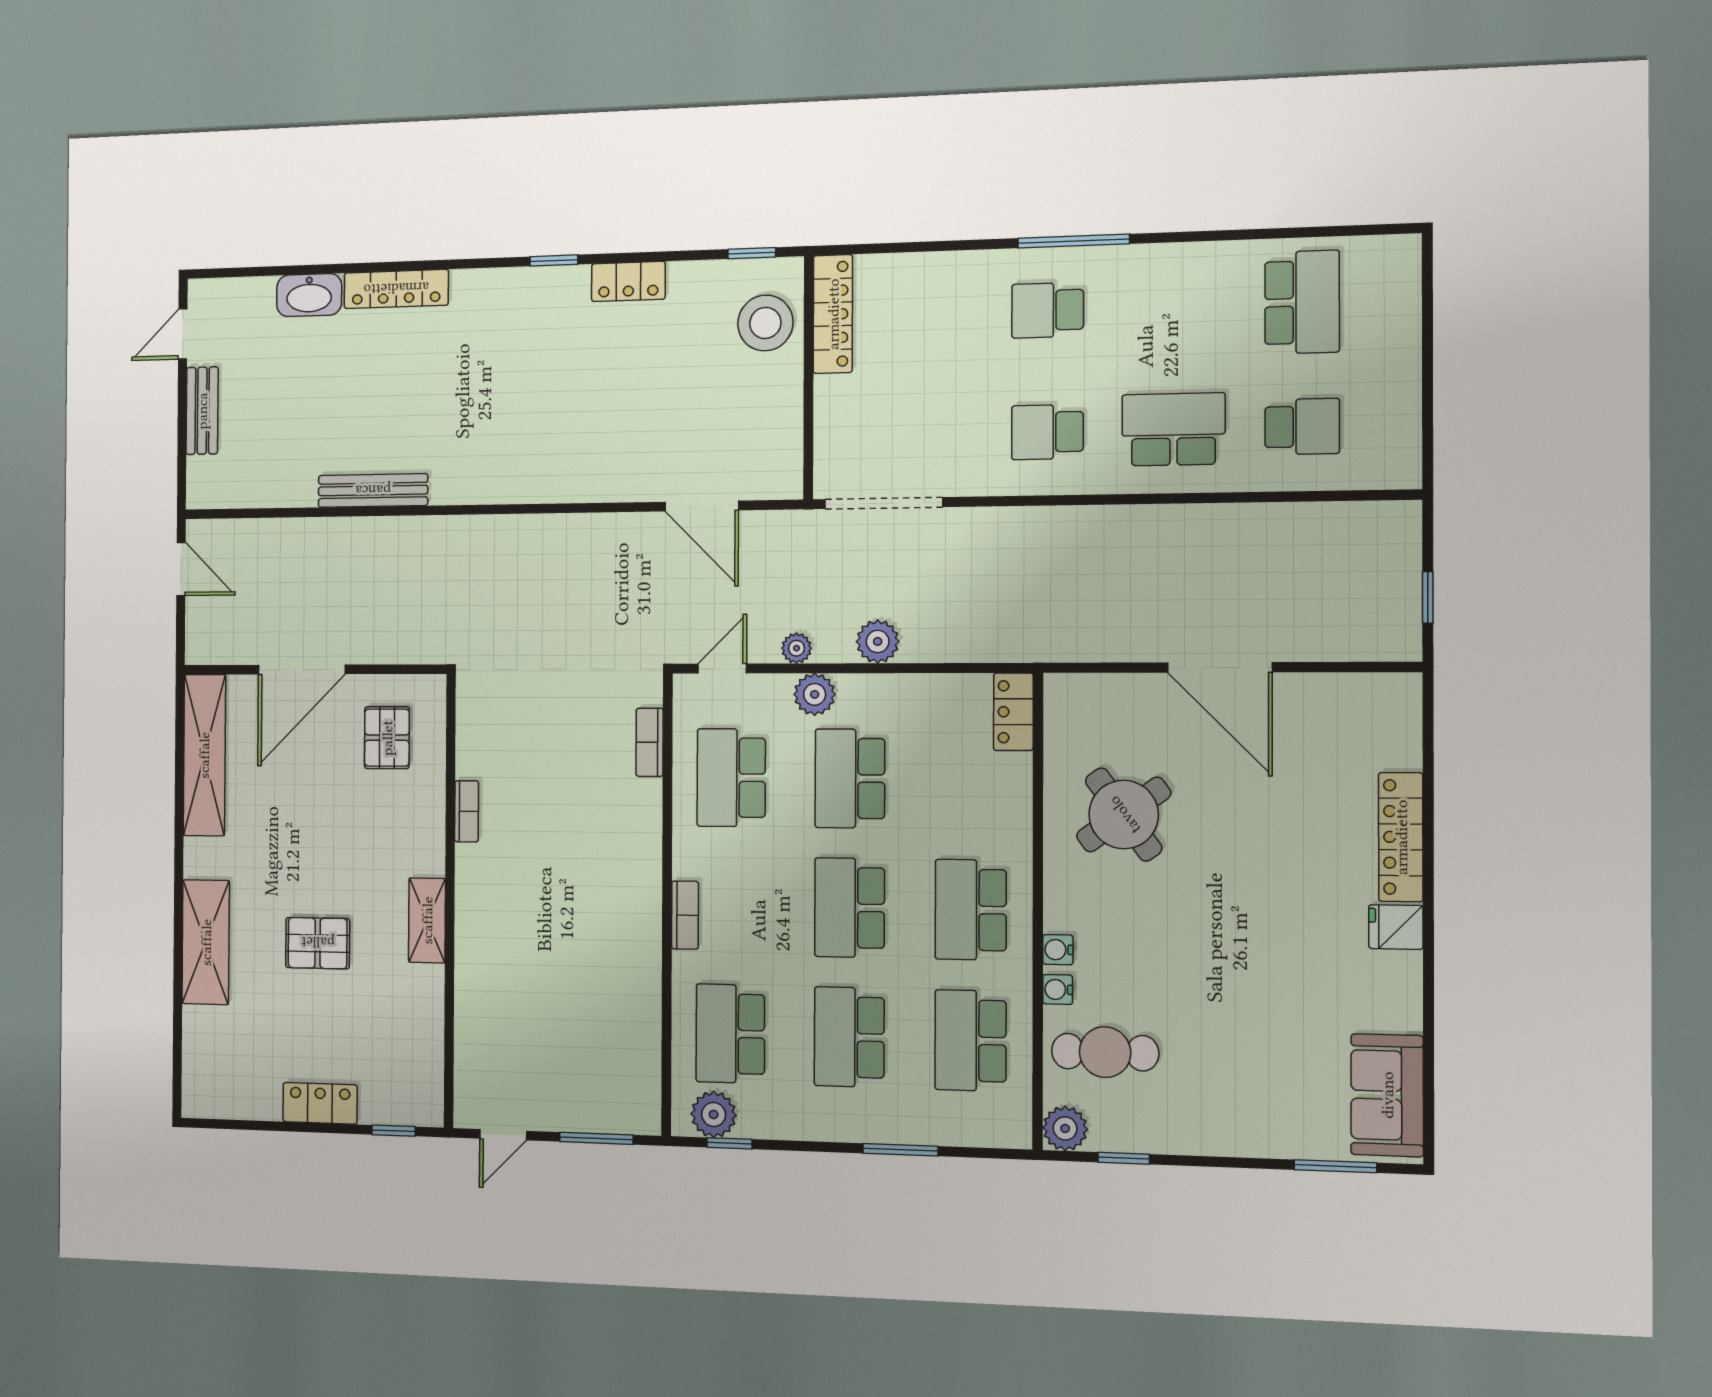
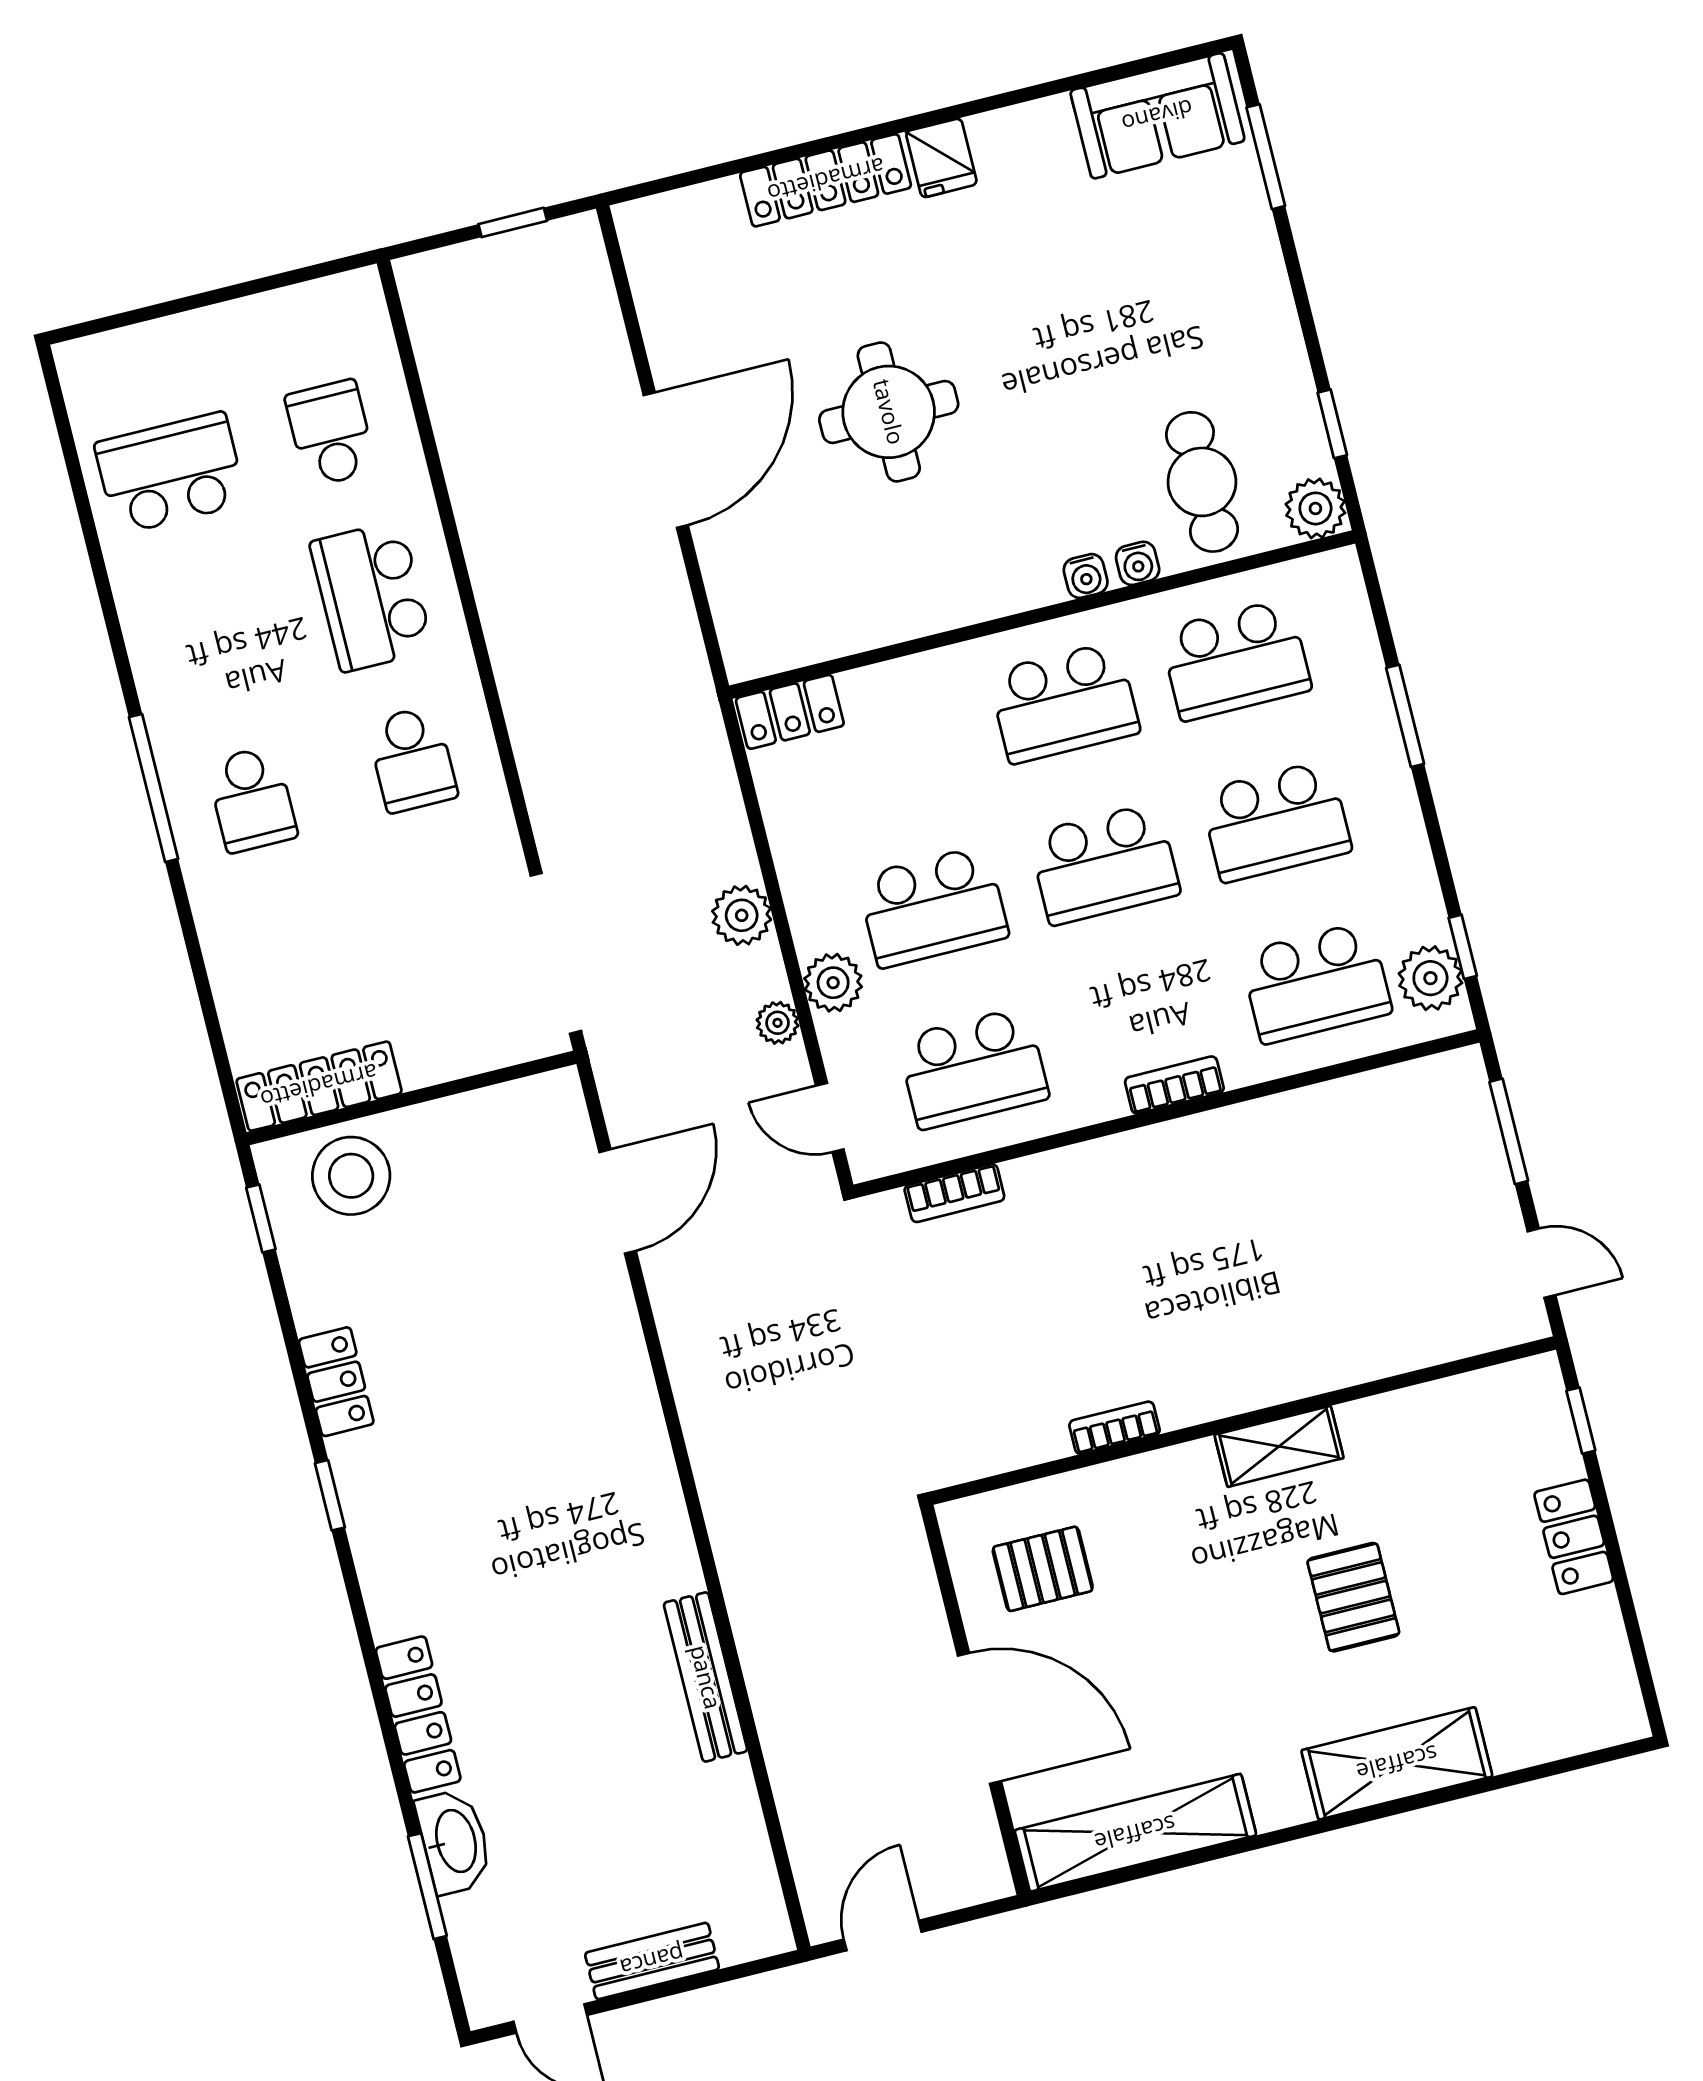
window: (285, 270) -> (427, 1886), added
round table: (1124, 815) -> (889, 412), moved, turned 36

